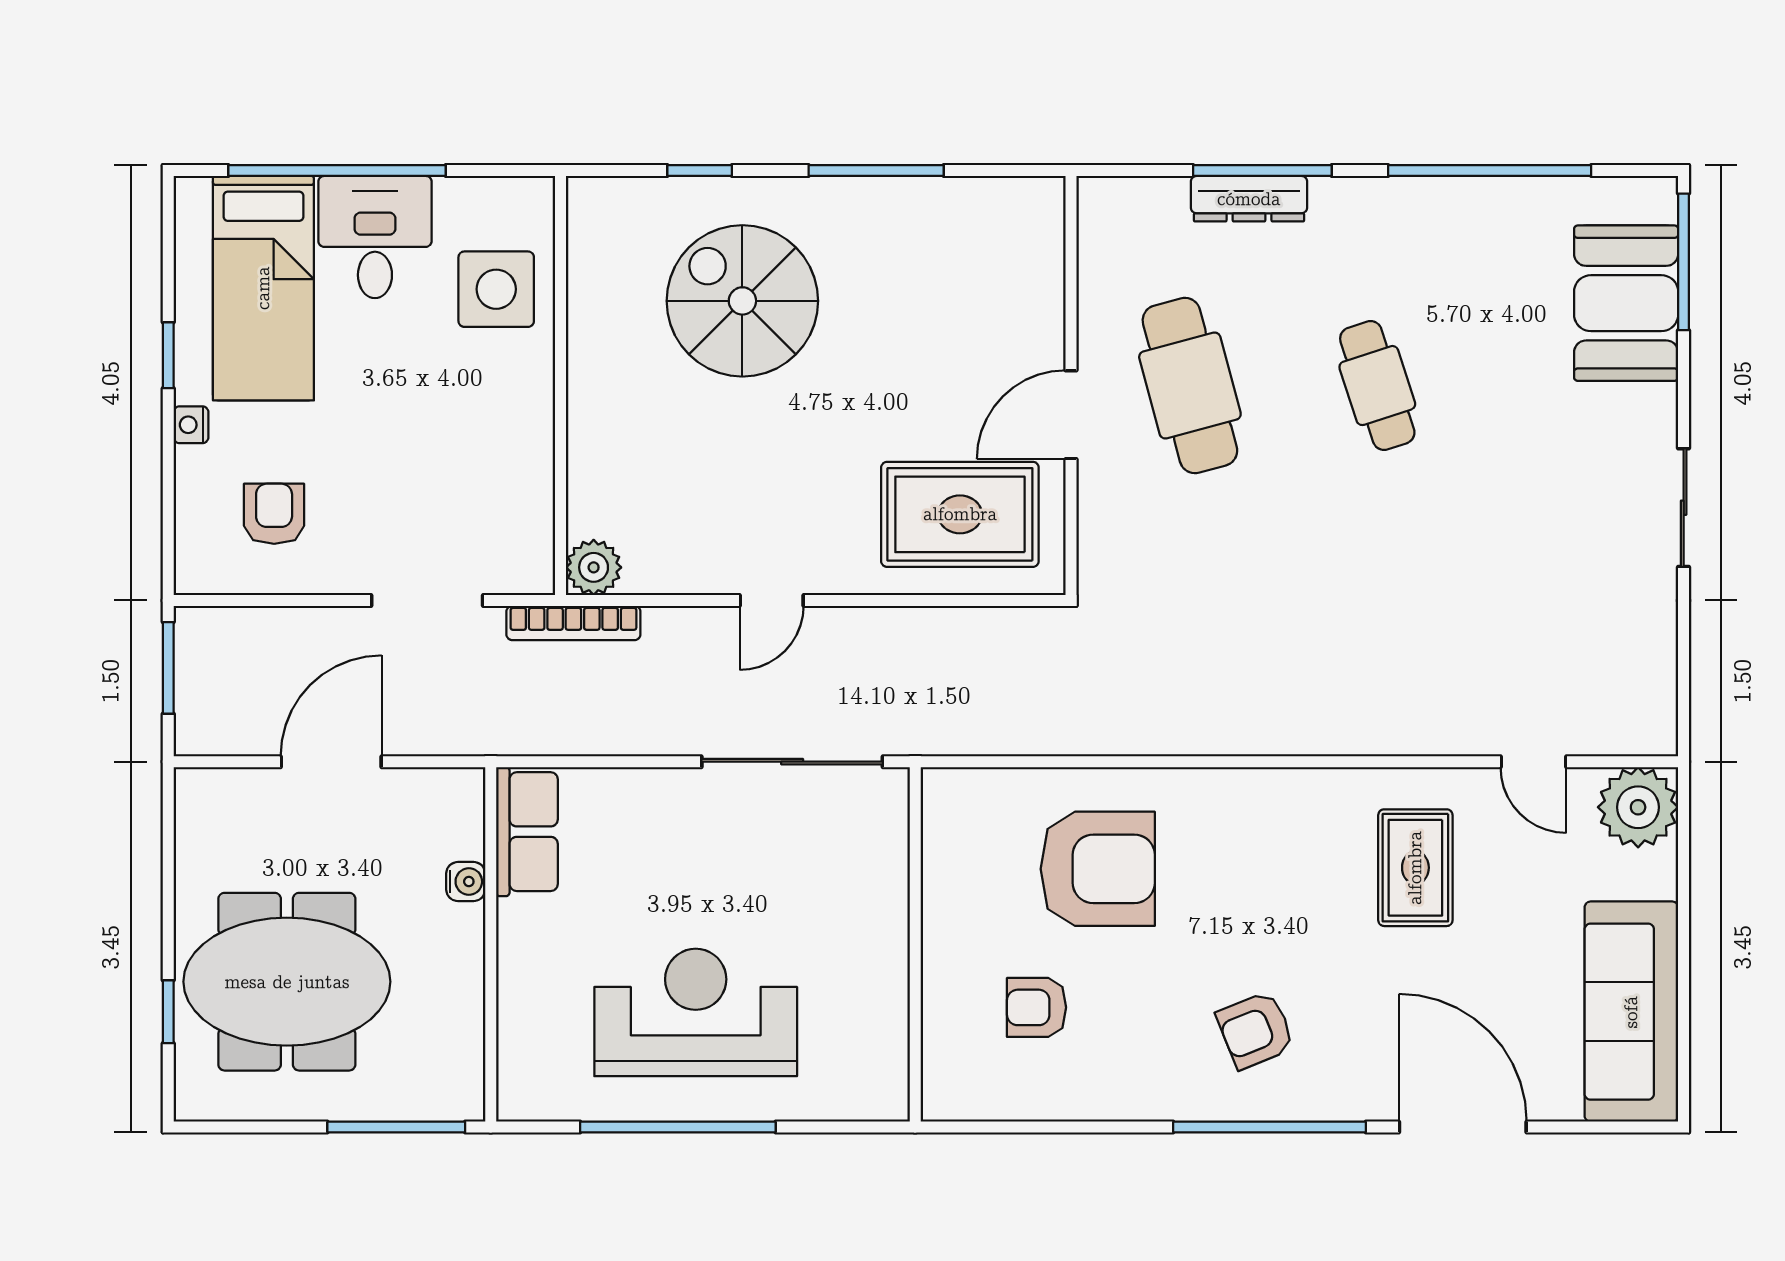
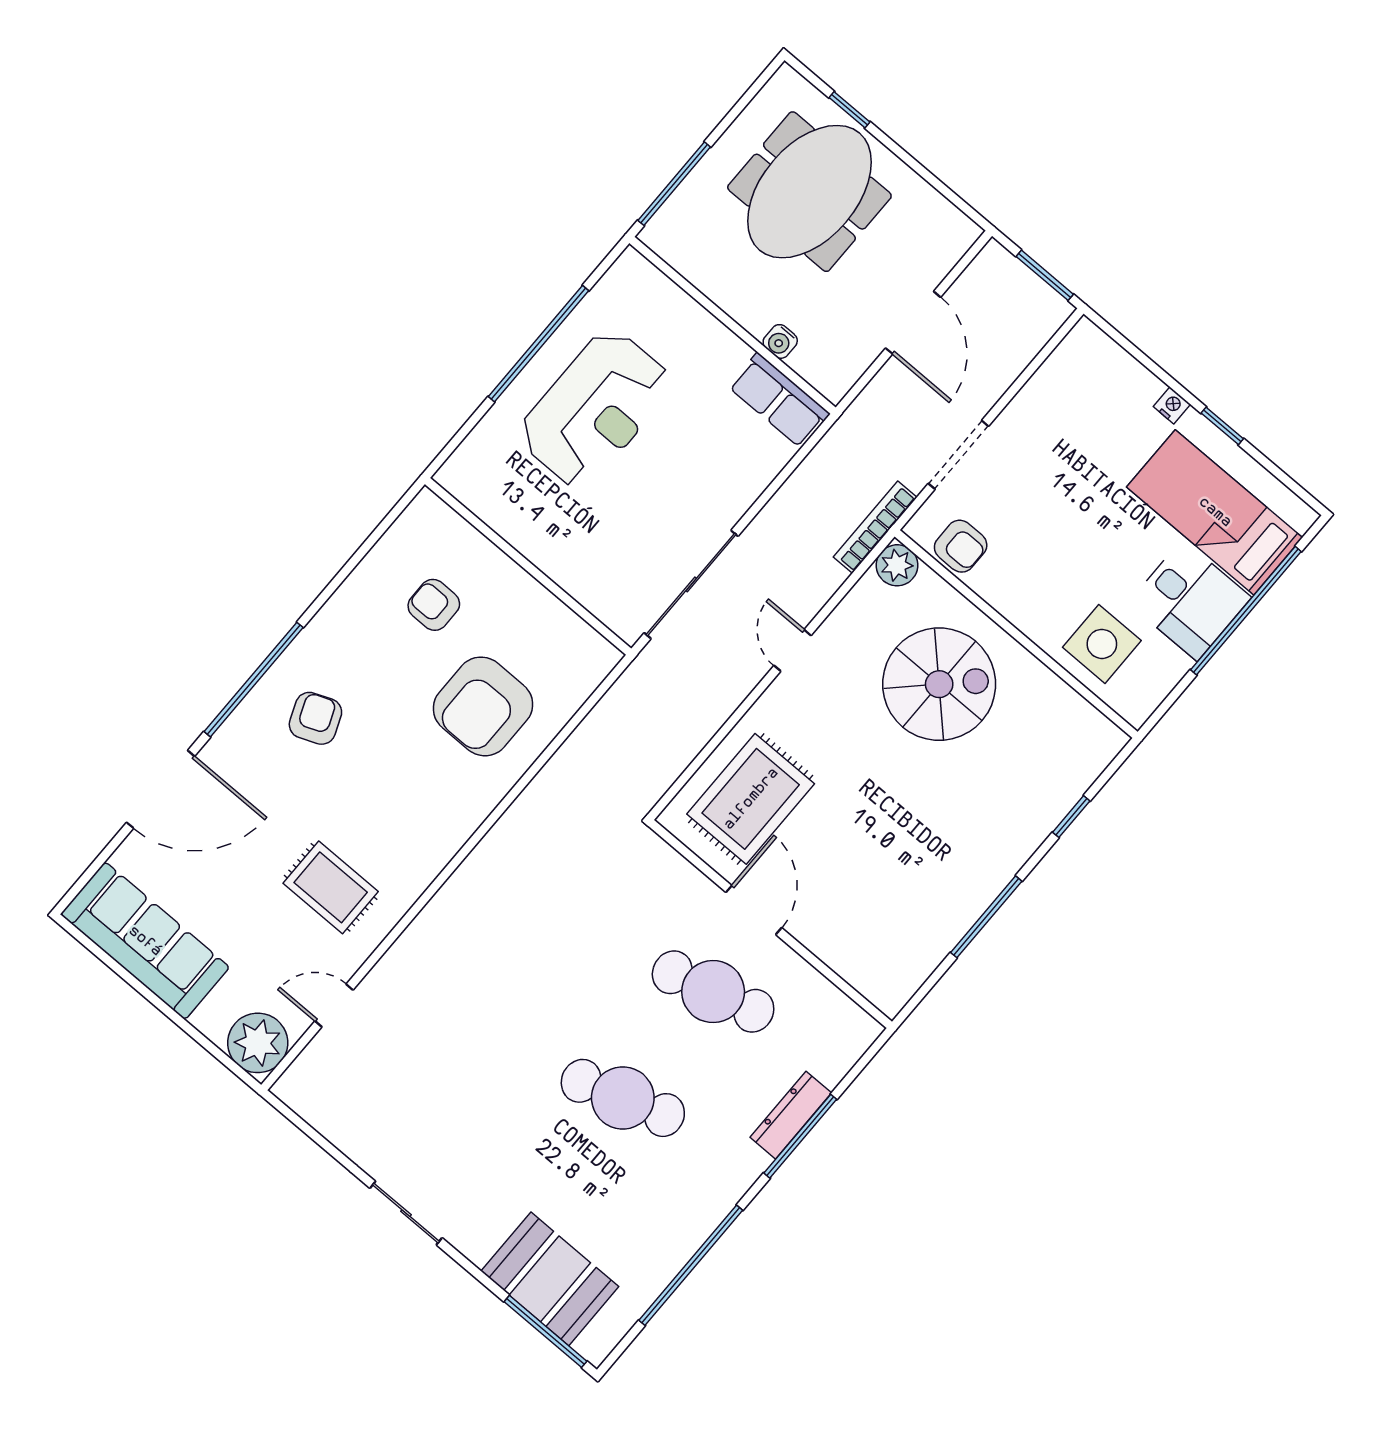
spiral stairs: (742, 301) -> (939, 684), moved
cafe table: (1377, 386) -> (623, 1098), width x1.37, depth x1.35
armchair: (274, 514) -> (961, 546), moved
armchair: (1036, 1007) -> (434, 605), turned -90

